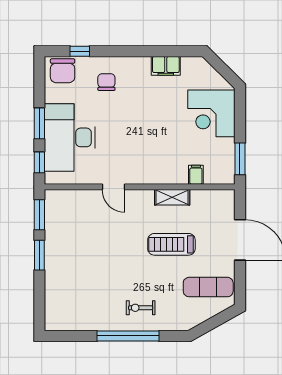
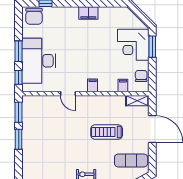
filing cabinet: (166, 66) -> (88, 13), moved
chair: (106, 82) -> (141, 76), moved
window: (240, 159) -> (152, 47), moved
filing cabinet: (150, 174) -> (93, 85), added
shelving: (172, 197) -> (137, 101), moved

